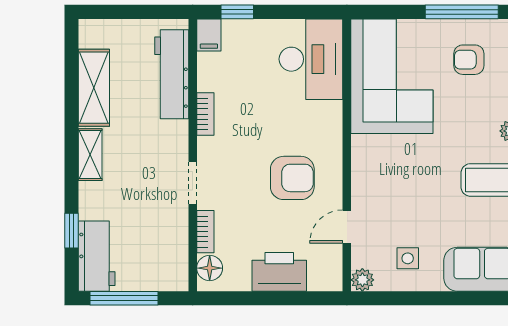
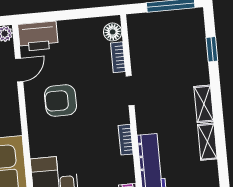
shelving: (94, 88) -> (207, 142), width x0.67, depth x0.75
workbench: (97, 256) -> (193, 33), removed
printer: (279, 272) -> (38, 36), moved

